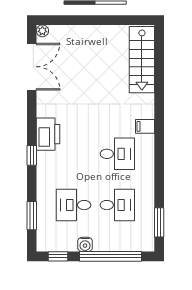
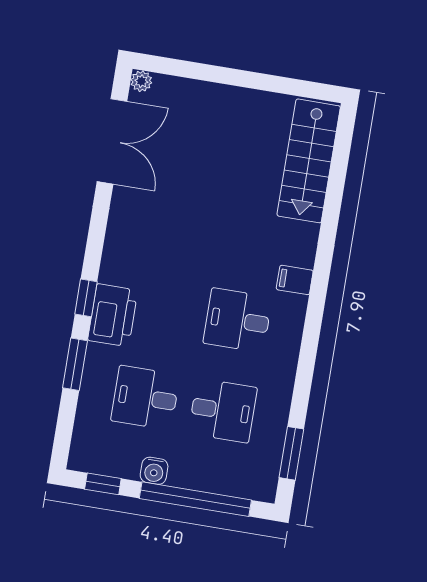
printer: (48, 134) -> (113, 315), moved
desk: (117, 154) -> (238, 320), turned 180
window: (32, 216) -> (75, 364), moved

